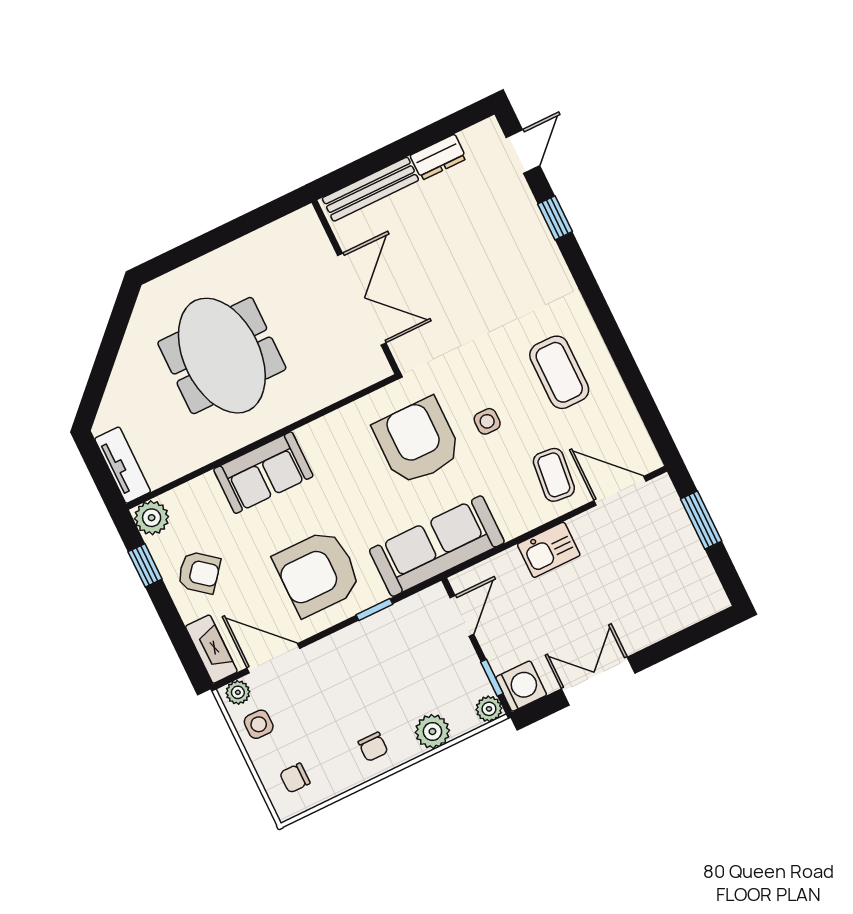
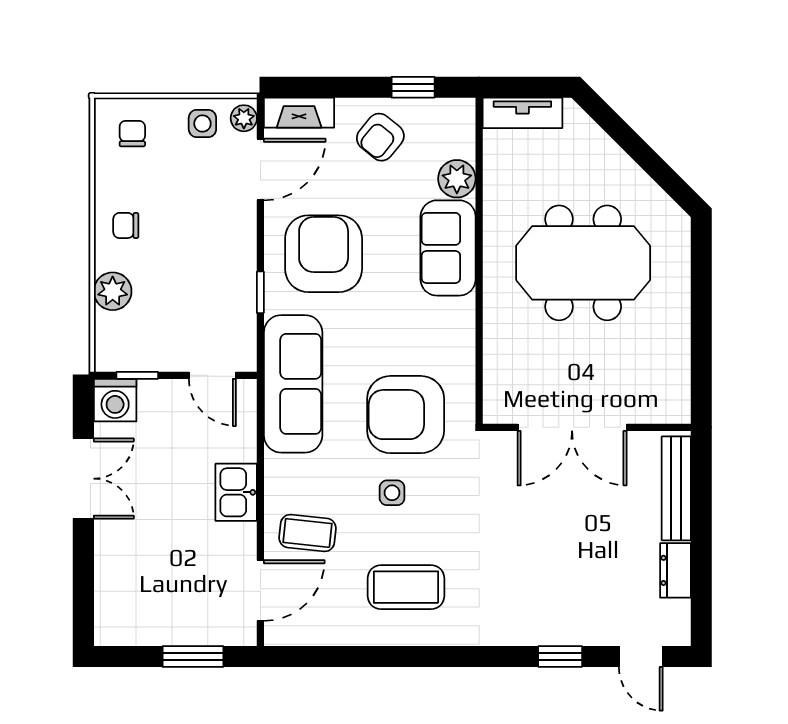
armchair: (417, 441) -> (406, 415), turned 180
plant: (152, 518) -> (457, 179), moved
plant: (489, 709) -> (108, 358), removed

